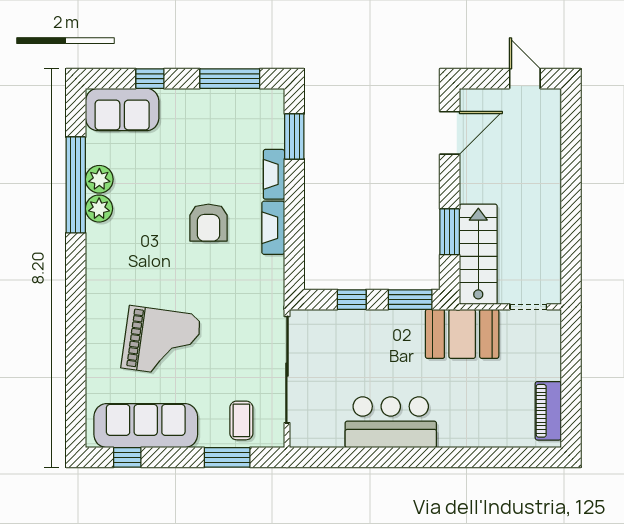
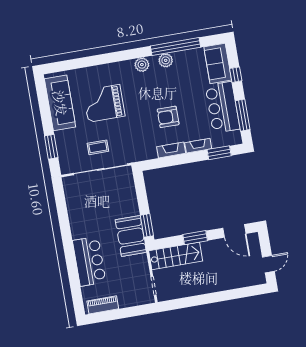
bar counter: (208, 115) -> (223, 107), added
plant: (99, 179) -> (142, 65), moved
window: (450, 232) -> (195, 238), moved
window: (352, 300) -> (142, 196), removed
booth: (462, 334) -> (131, 236), moved
grand piano: (161, 342) -> (104, 103), turned 82
coffee table: (241, 420) -> (98, 147), moved
bar counter: (391, 422) -> (89, 261), moved
window: (127, 457) -> (42, 96), removed

